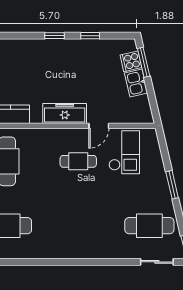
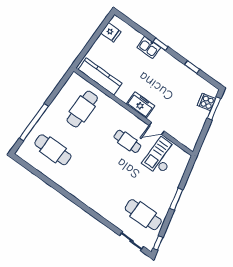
window: (55, 36) -> (161, 44), moved
kitchen sink: (136, 83) -> (149, 47), moved, turned -77
freezer: (65, 114) -> (141, 105), width x0.71
checkout: (124, 152) -> (161, 157), turned 180

